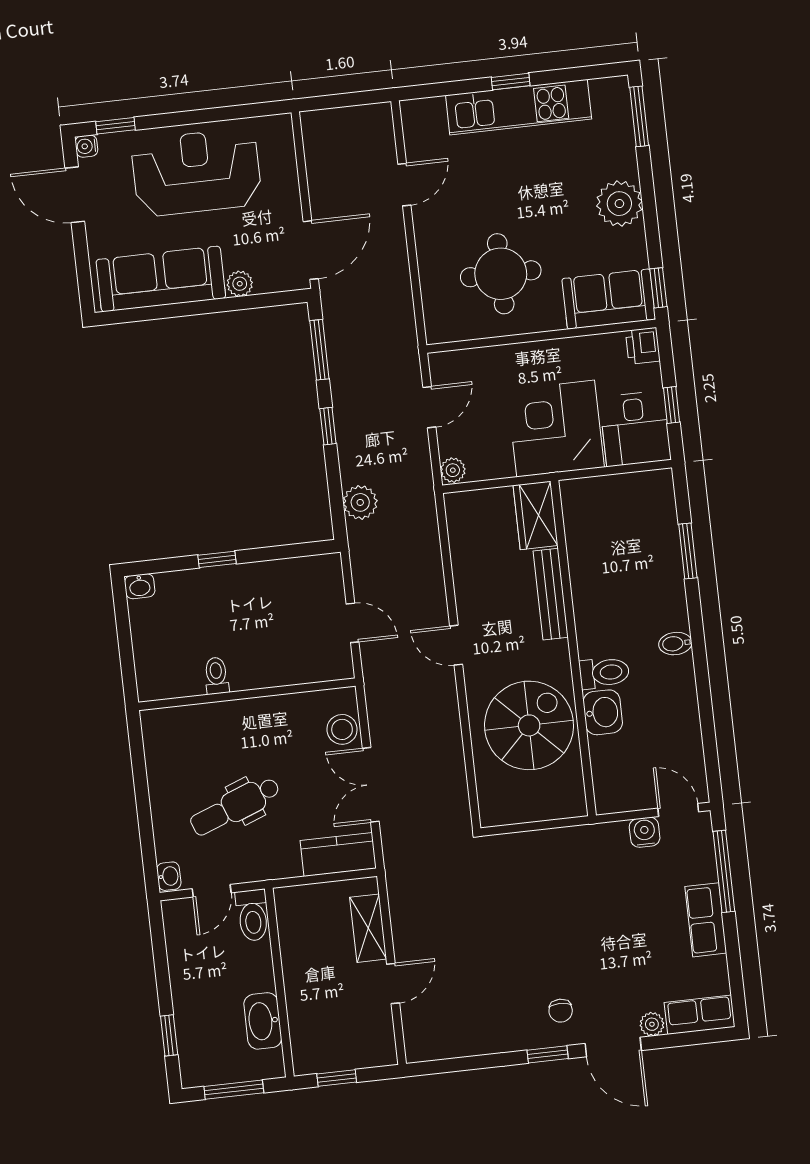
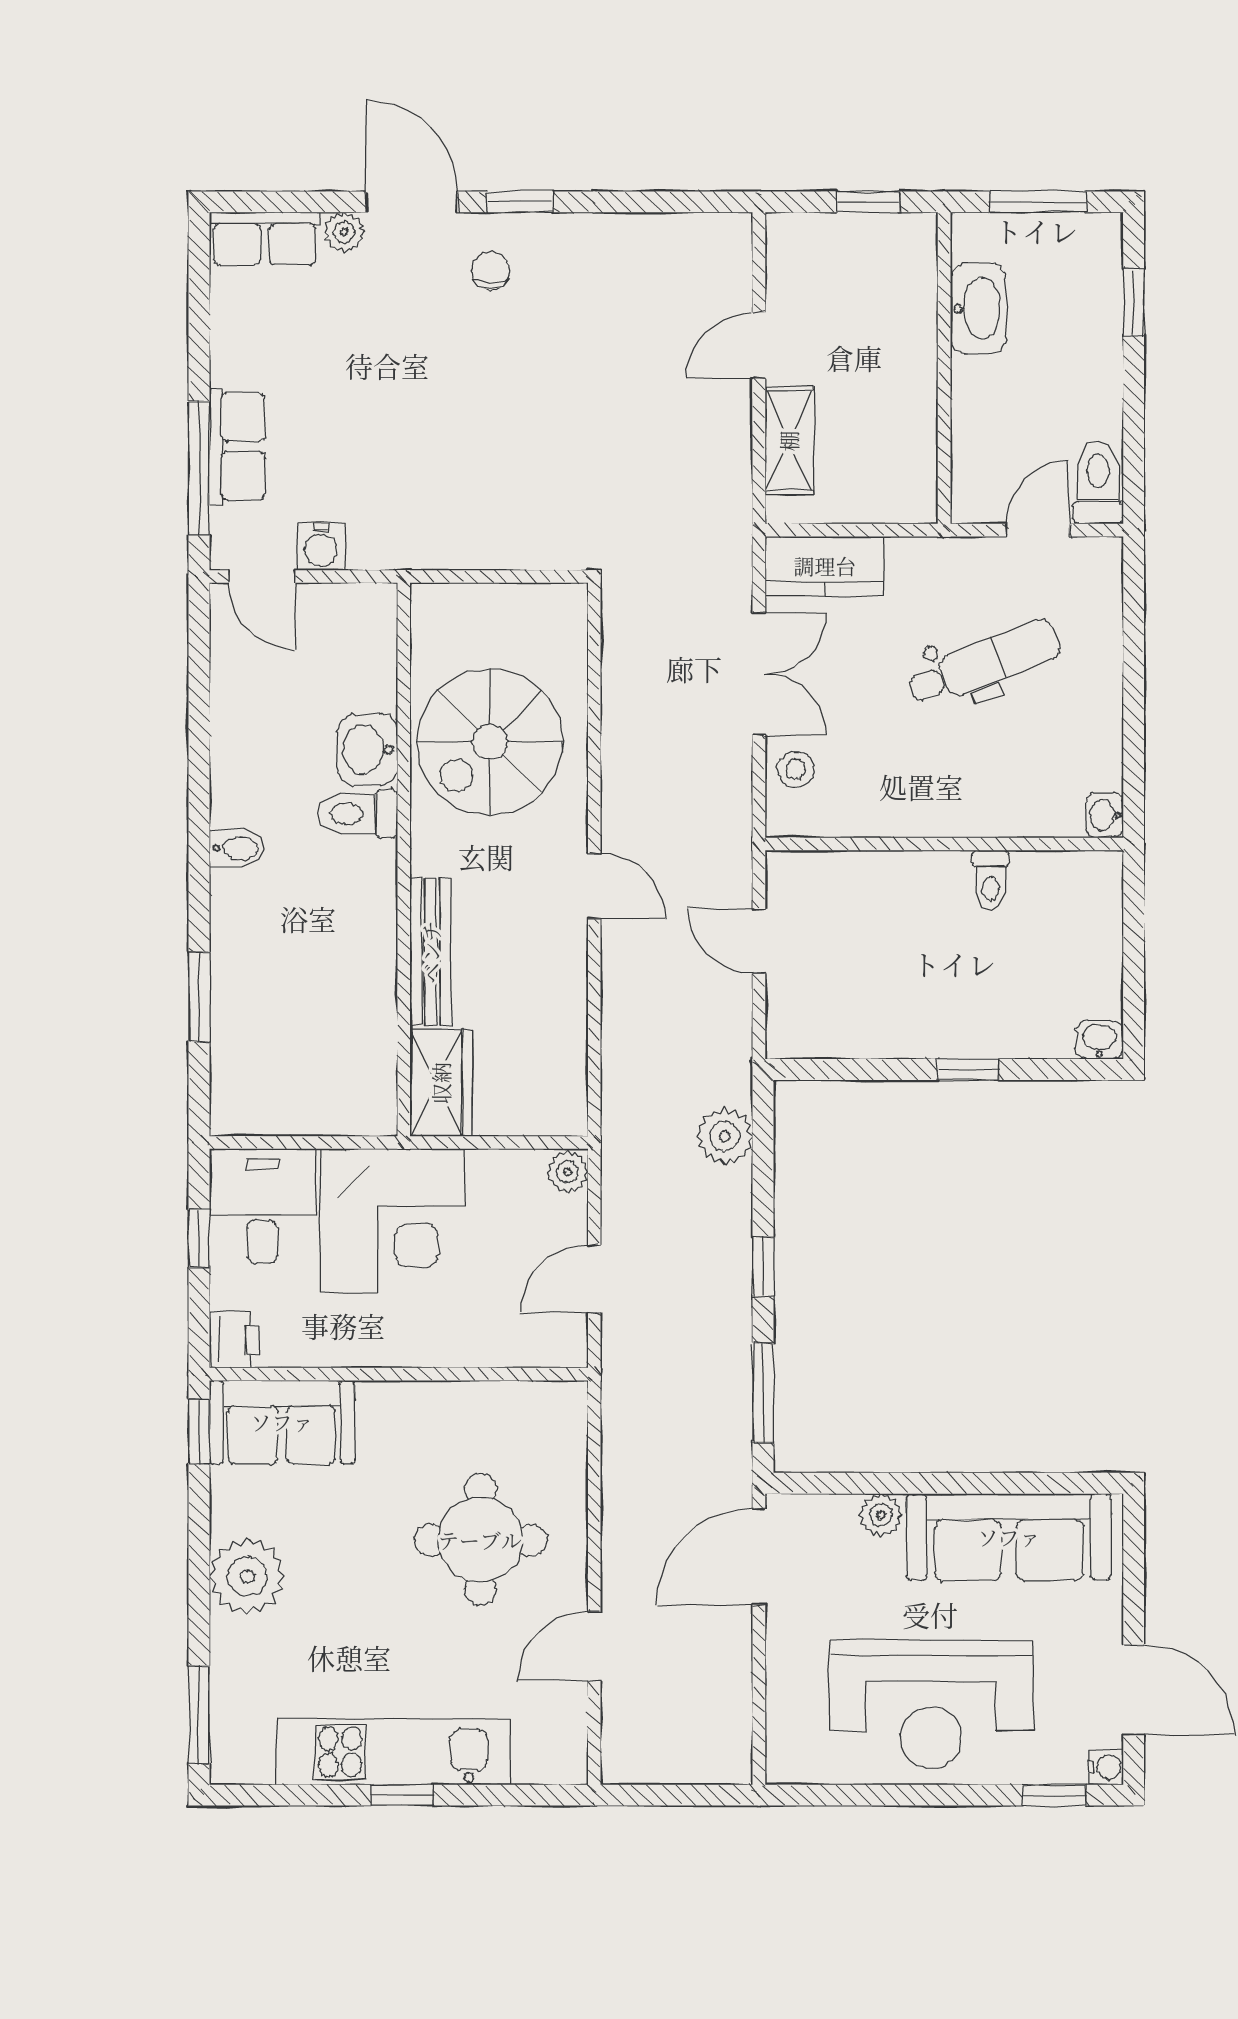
round table: (501, 274) -> (480, 1540), moved
stool: (342, 729) -> (796, 769), width x0.73, depth x0.73
washbasin: (169, 876) -> (1105, 815), moved
toilet: (253, 915) -> (1098, 483), moved
row of seats: (706, 920) -> (237, 446), moved

